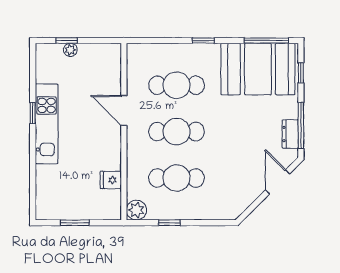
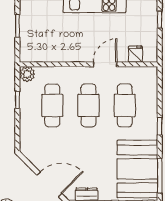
plant: (70, 50) -> (152, 22), removed
fridge: (111, 180) -> (135, 54), moved
door: (278, 182) -> (49, 184), width x1.36

